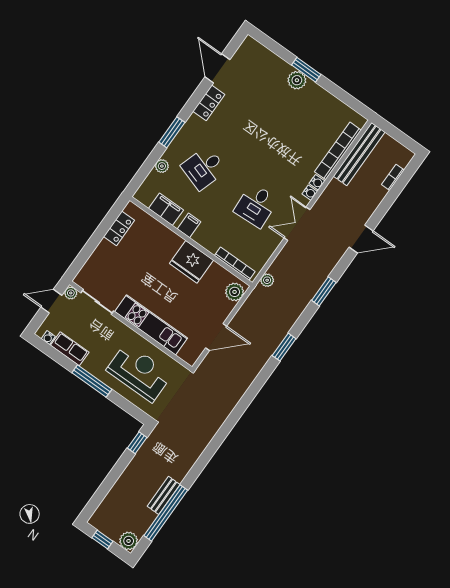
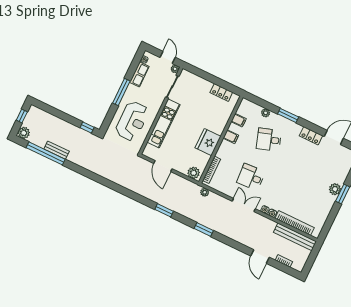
desk: (204, 168) -> (269, 140), turned -36
filing cabinet: (166, 209) -> (239, 120), width x0.50
door: (361, 239) -> (260, 257), moved

